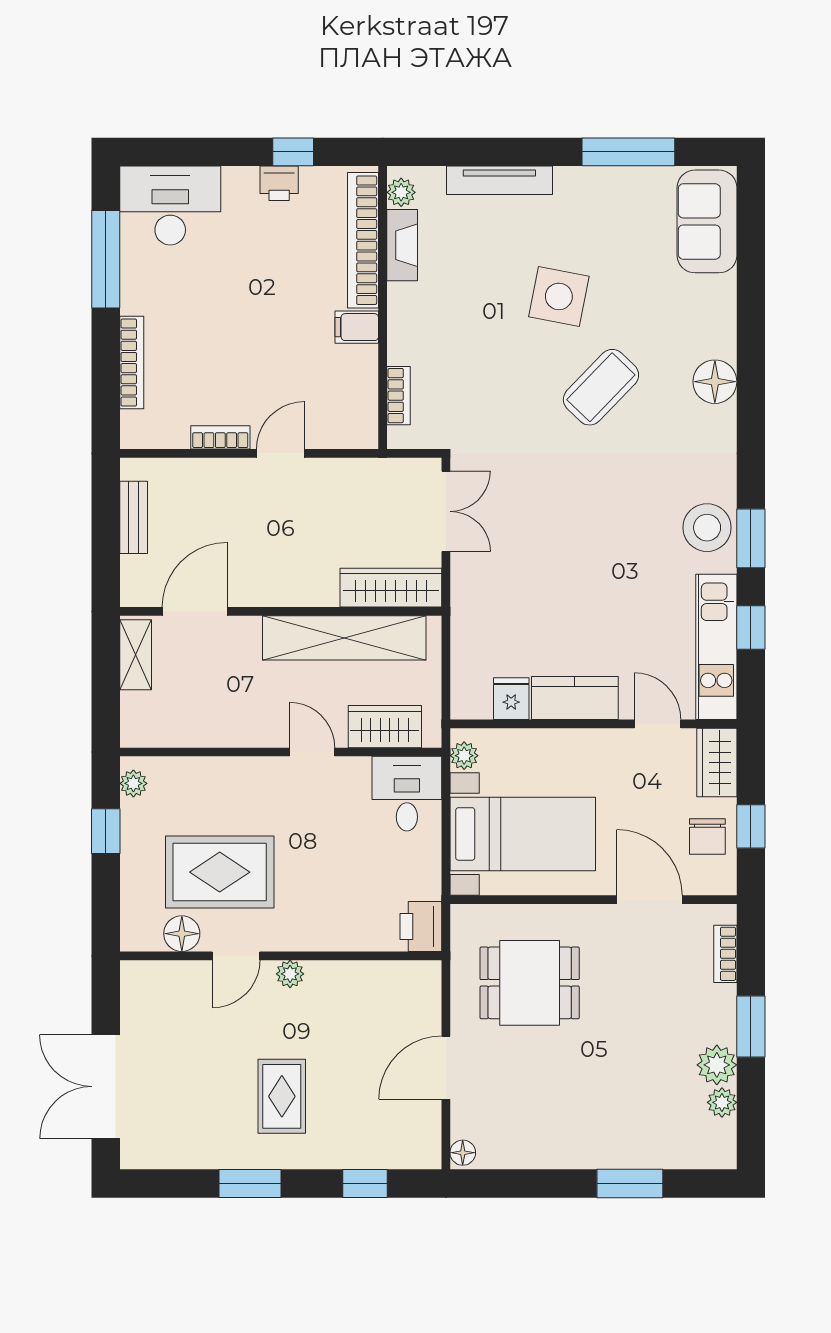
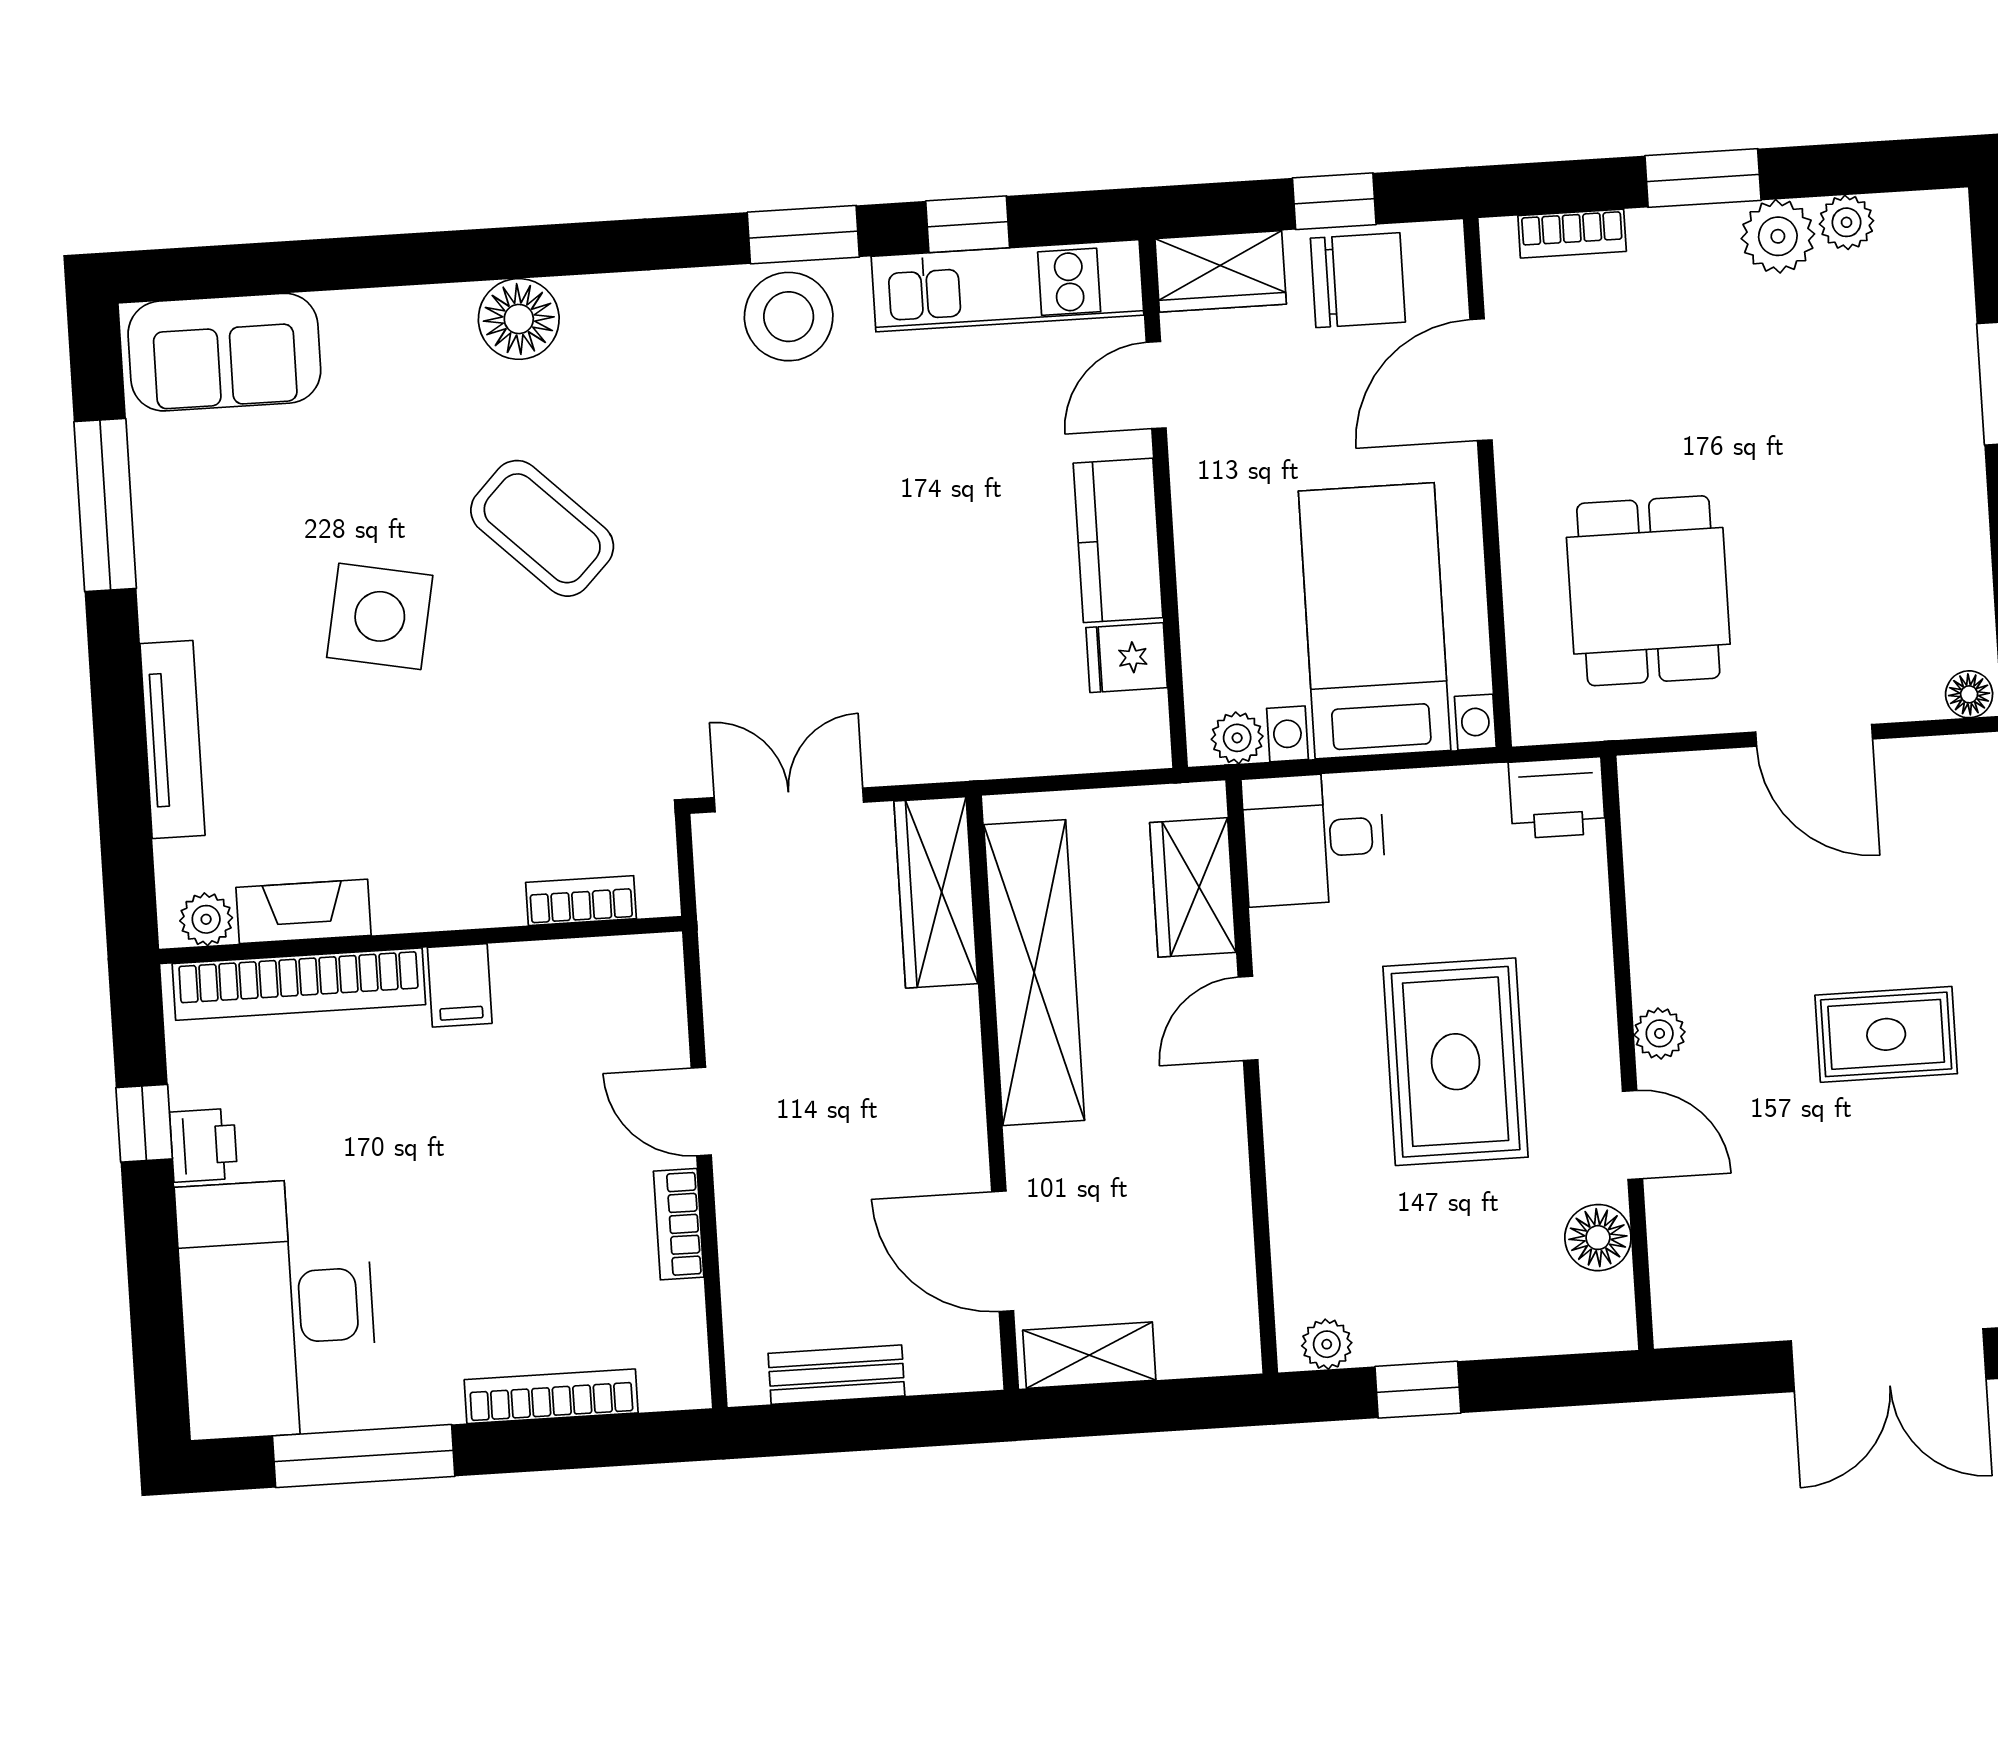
desk: (170, 206) -> (277, 1308), width x1.36, depth x1.30
chair: (707, 836) -> (1358, 280), width x1.37, depth x1.37
rug: (220, 872) -> (1456, 1062), moved

